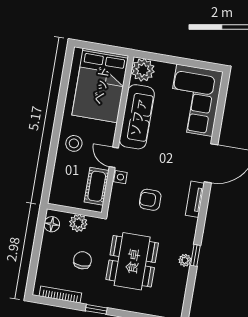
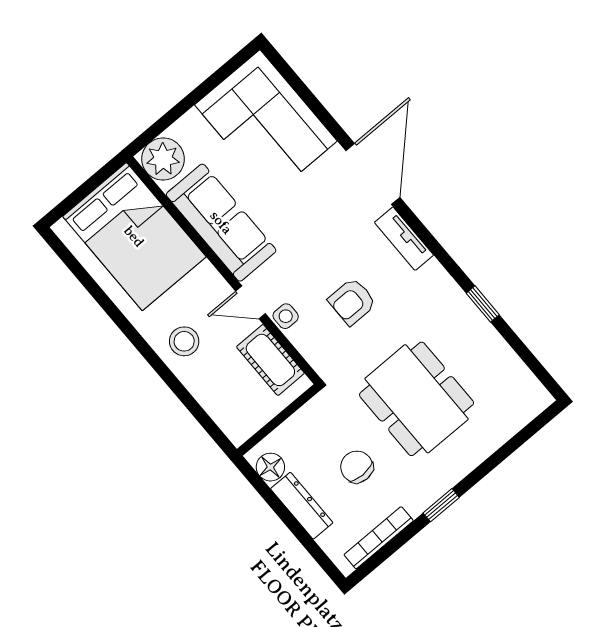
plant: (78, 223) -> (300, 429), removed
dresser: (47, 251) -> (302, 506), added
plant: (185, 260) -> (477, 324), removed

